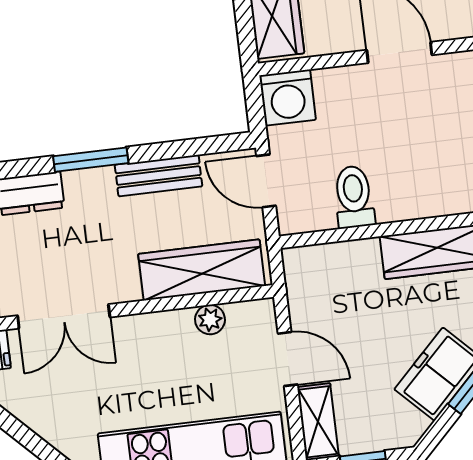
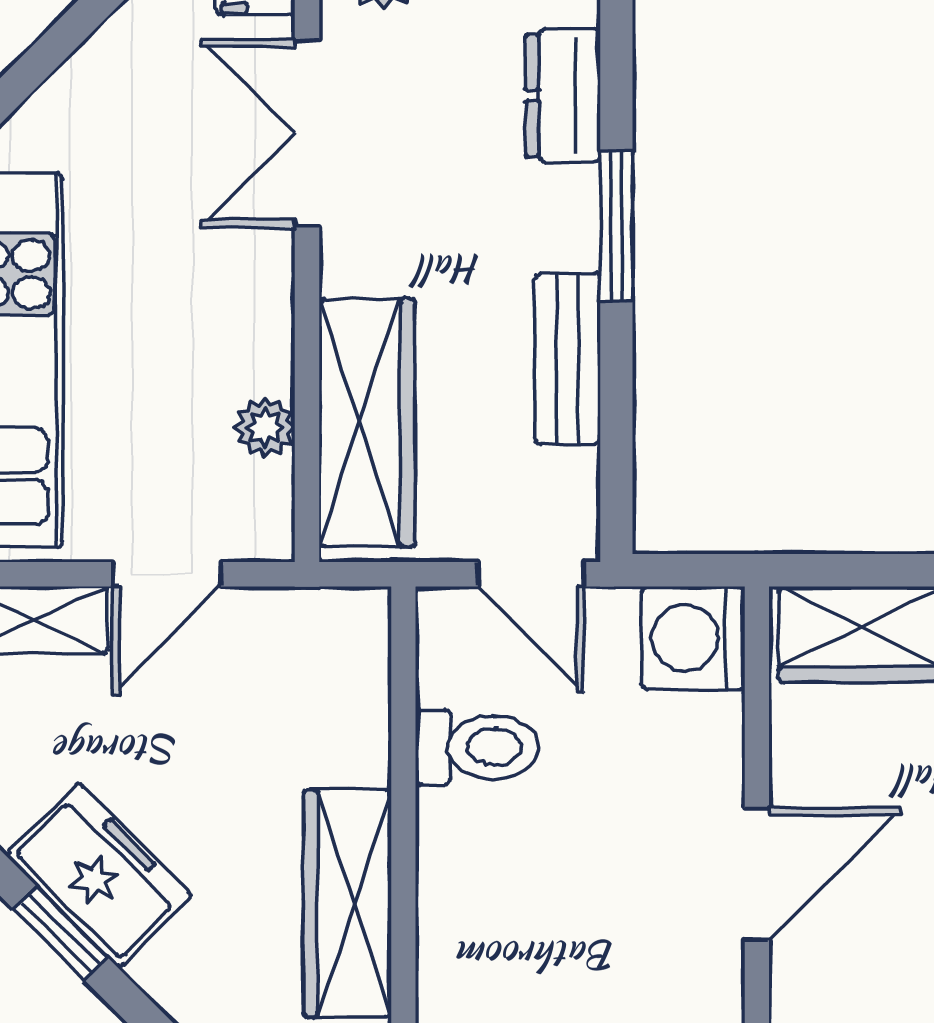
door: (266, 181) -> (531, 574), swing flipped

